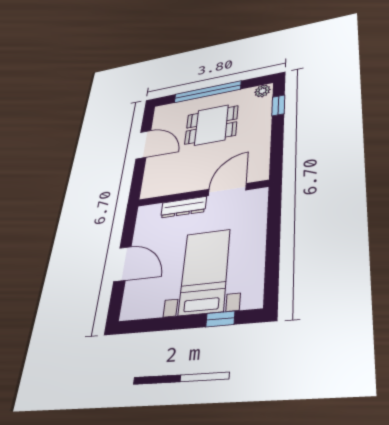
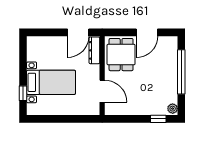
dining table: (211, 125) -> (121, 55), moved
dresser: (184, 207) -> (94, 50), moved
door: (123, 264) -> (78, 32), moved

